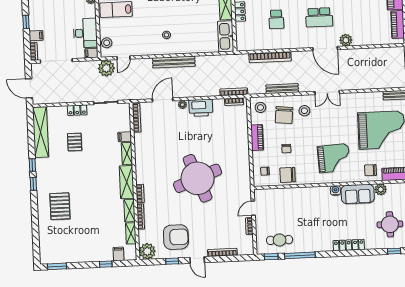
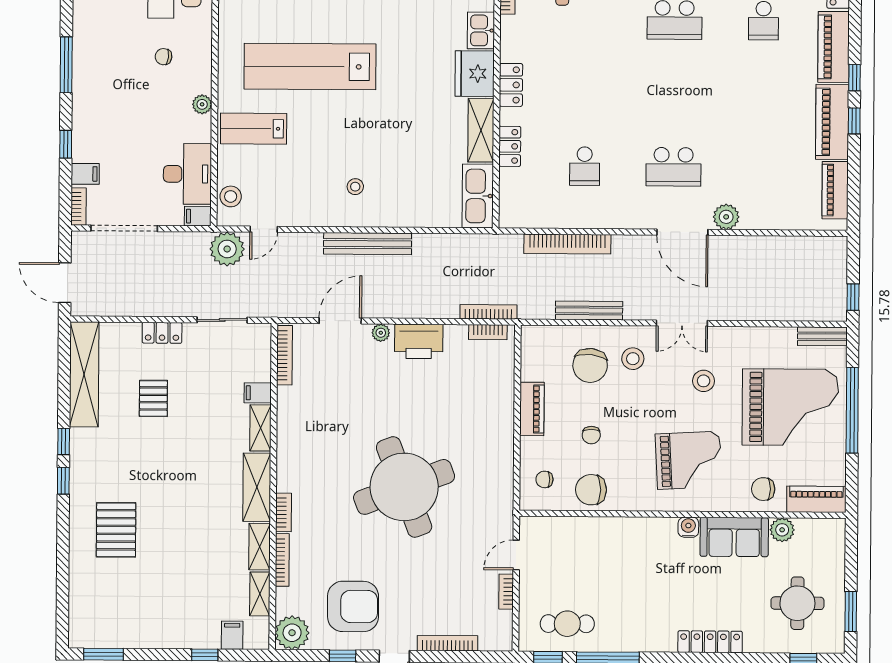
stool: (260, 107) -> (704, 381), moved

